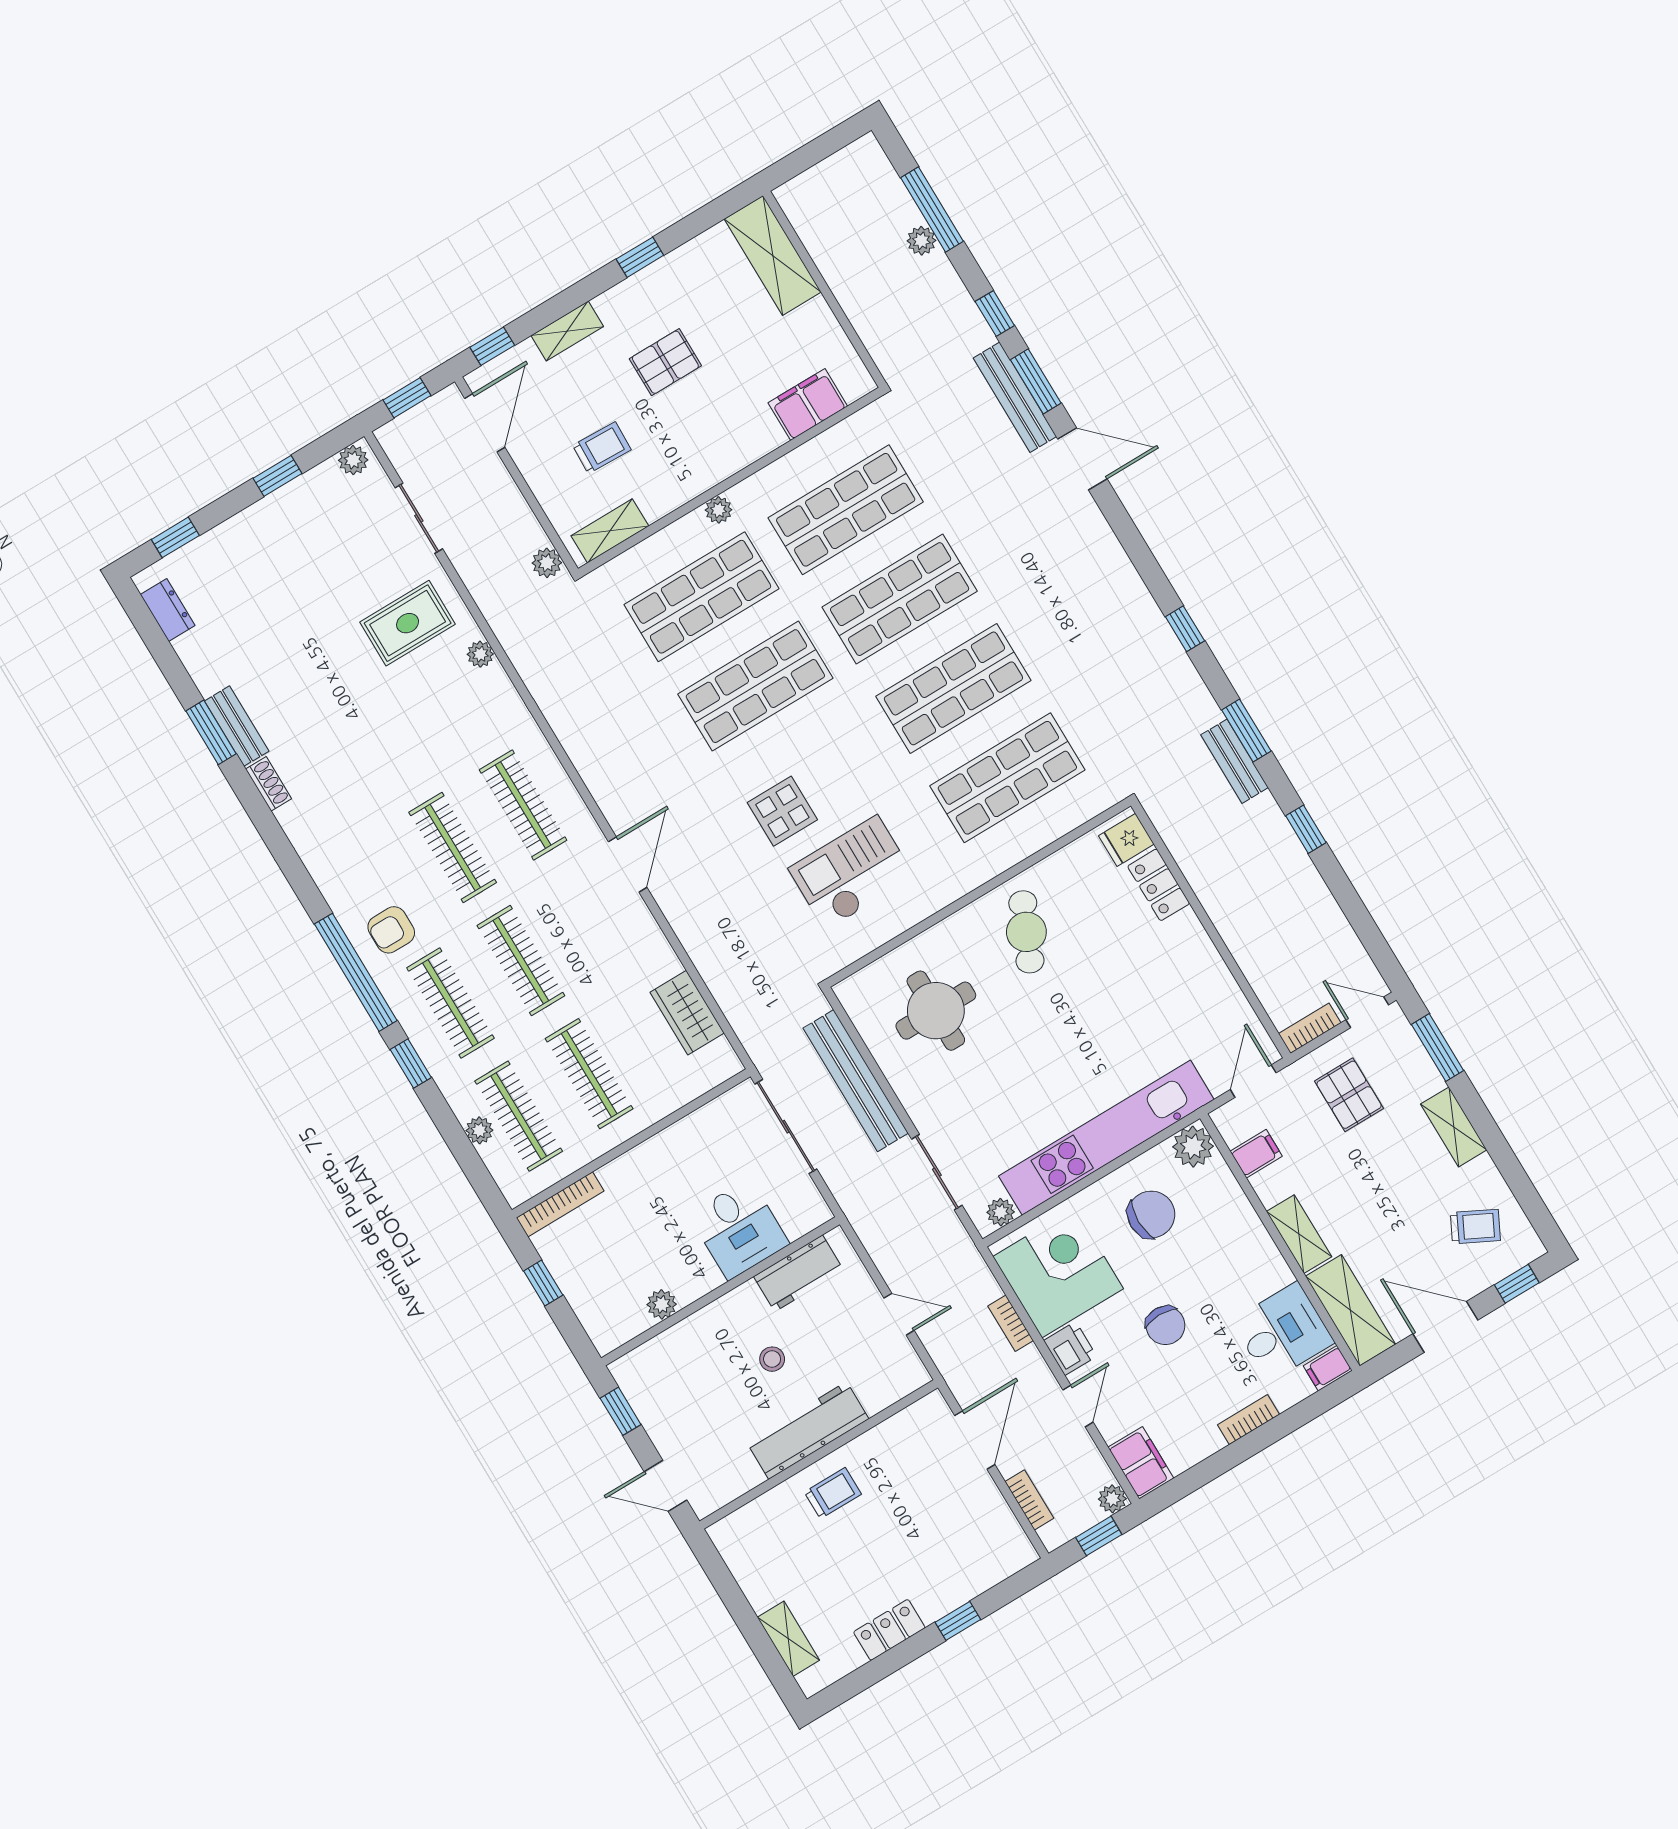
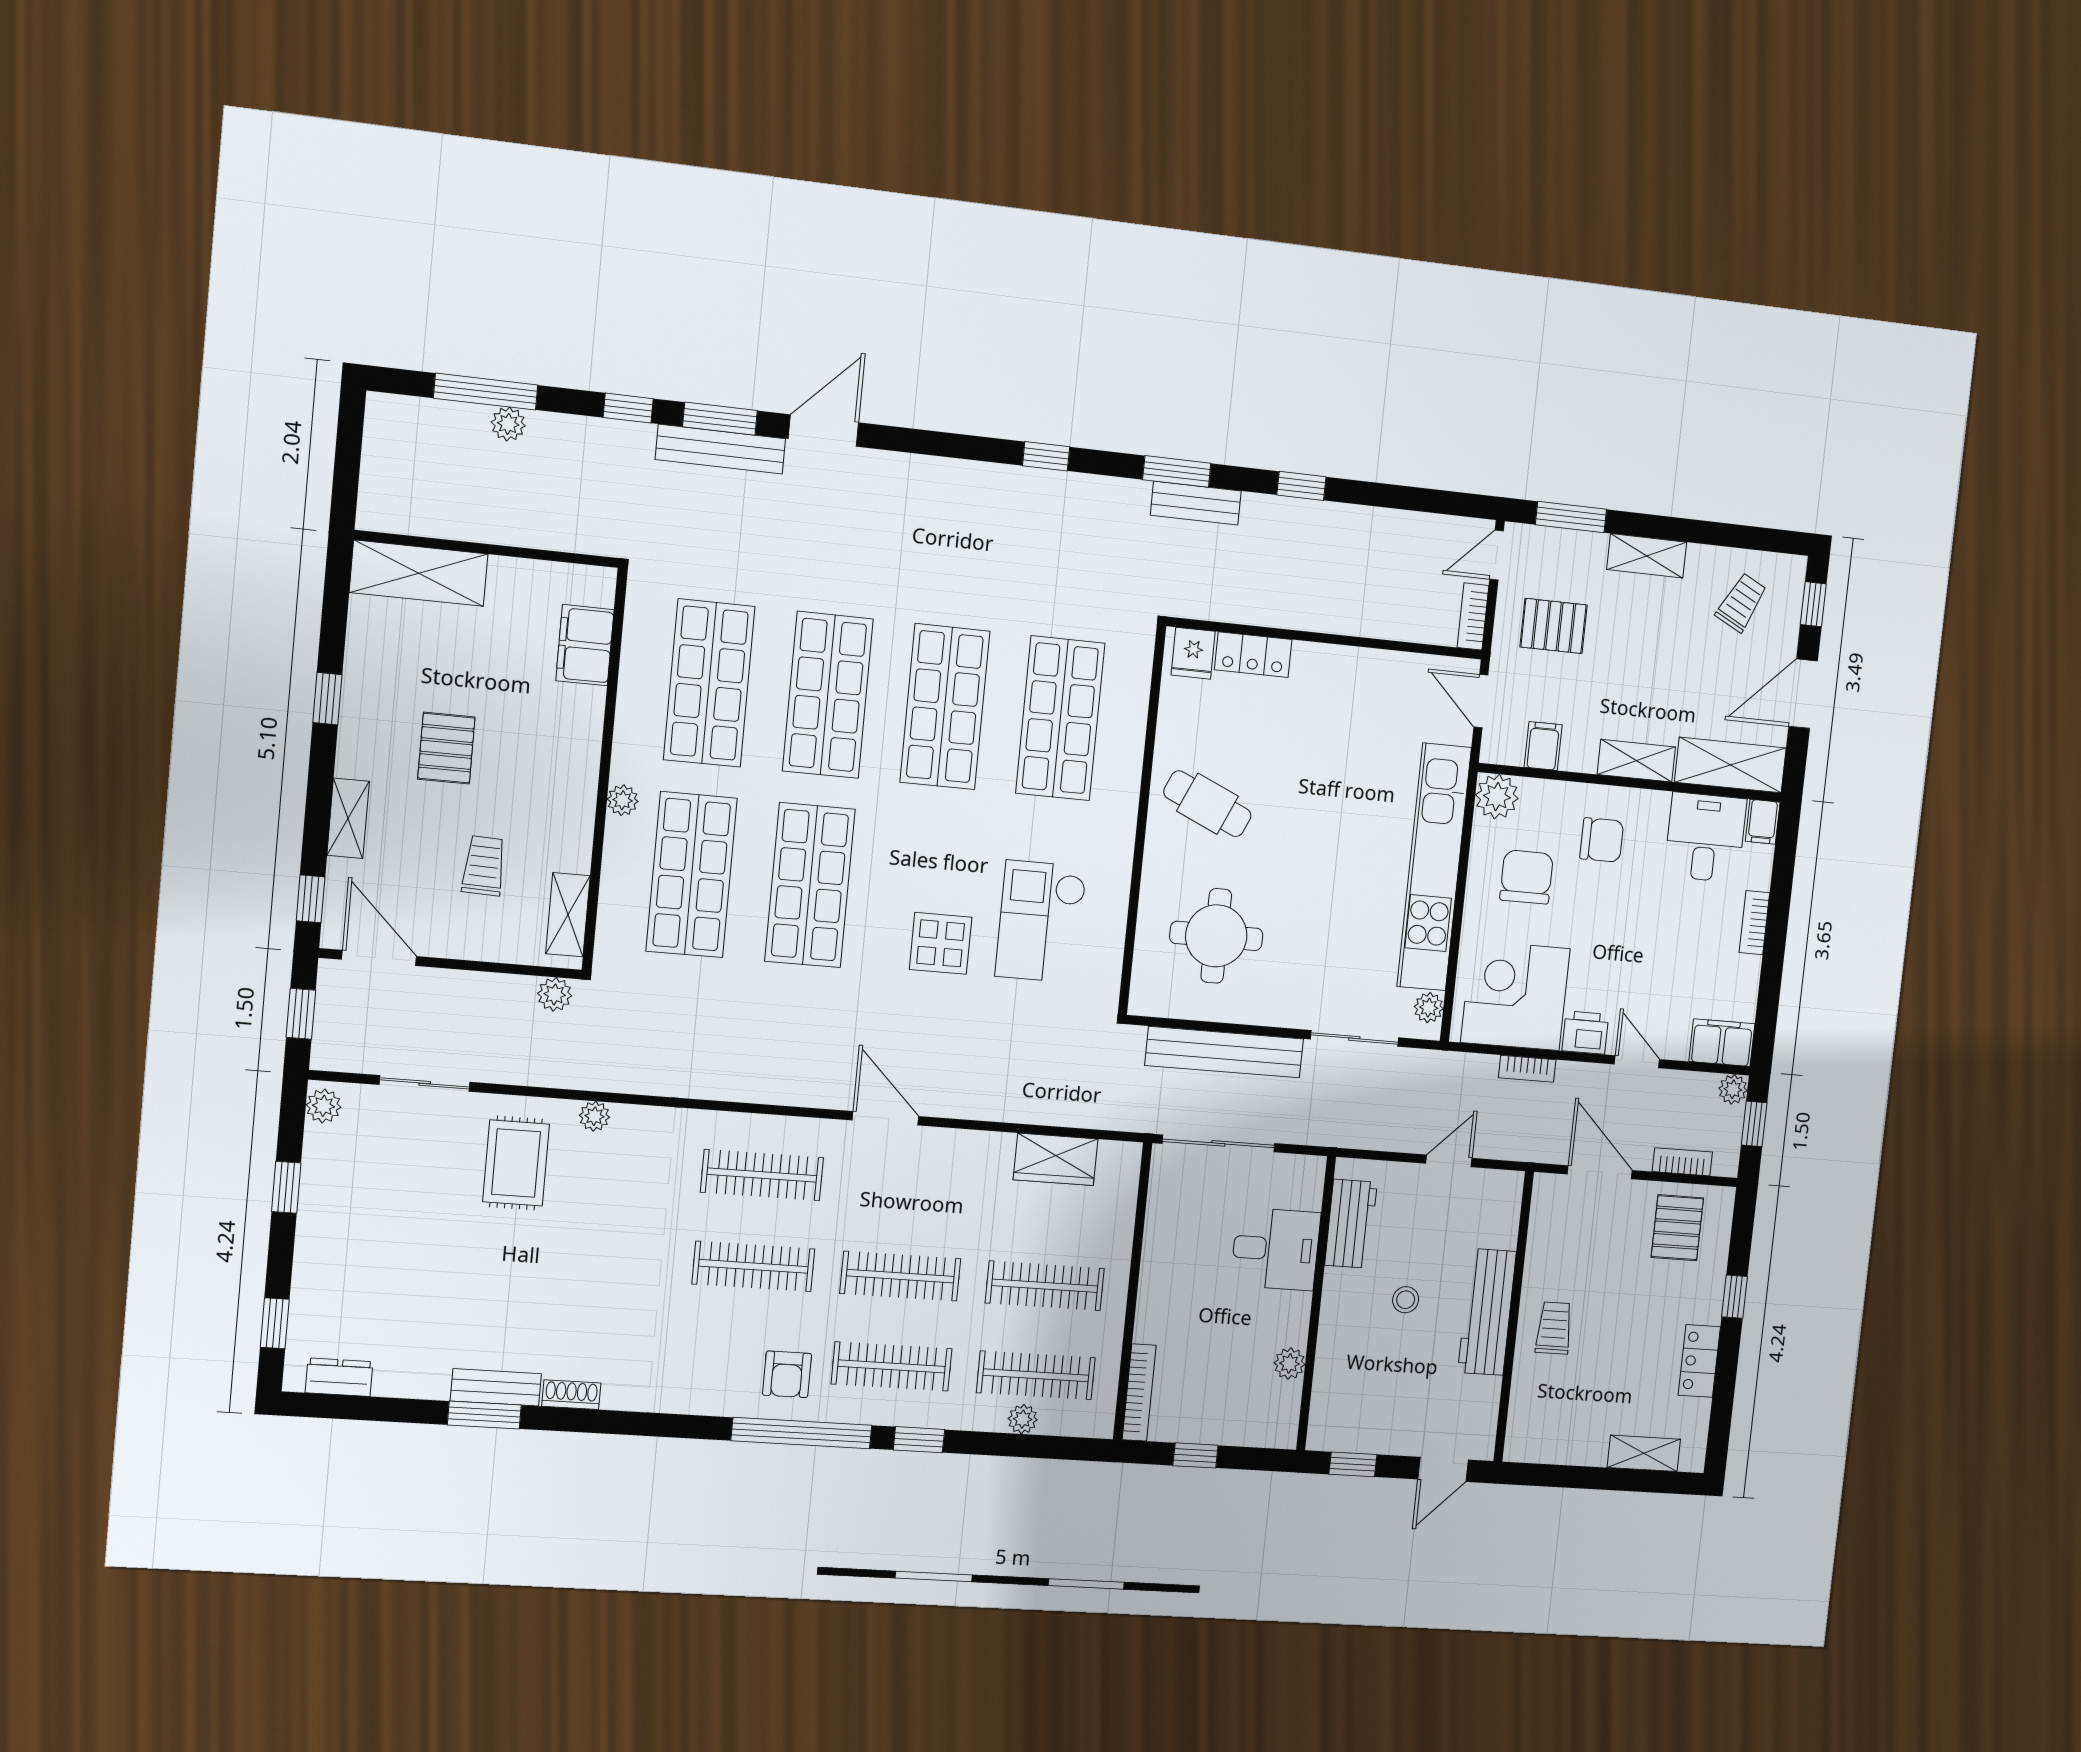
chair: (1165, 1325) -> (1602, 840), moved
pallet: (977, 1534) -> (1677, 1228), added

